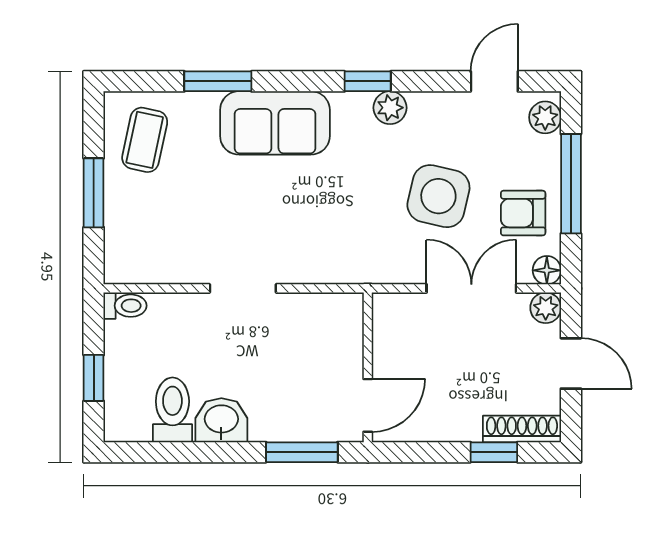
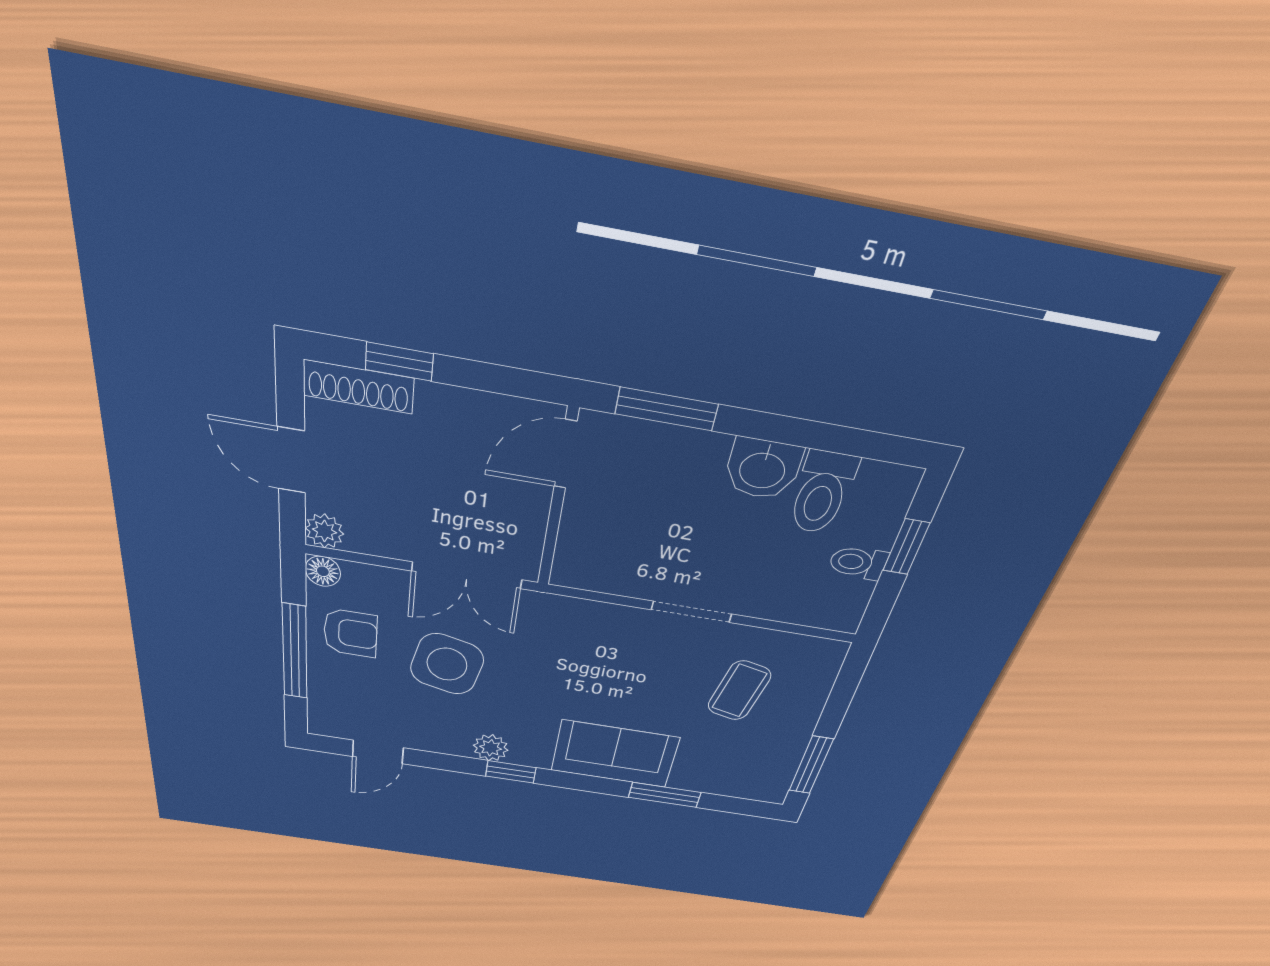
plant: (545, 117) -> (324, 715), removed
coffee table: (145, 140) -> (739, 691), moved
window: (94, 193) -> (811, 765), moved
double door: (471, 288) -> (467, 575), moved
toilet: (125, 306) -> (858, 563), moved

